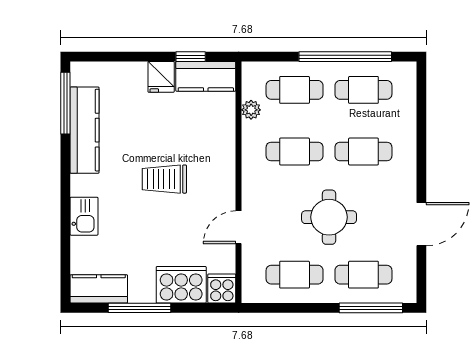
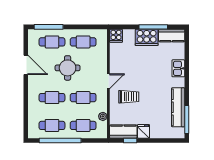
trolley: (164, 179) -> (129, 97), moved
door: (421, 224) -> (26, 65), swing flipped
door: (239, 227) -> (108, 81), moved
cooker: (181, 285) -> (147, 37), moved

